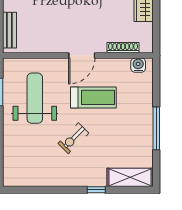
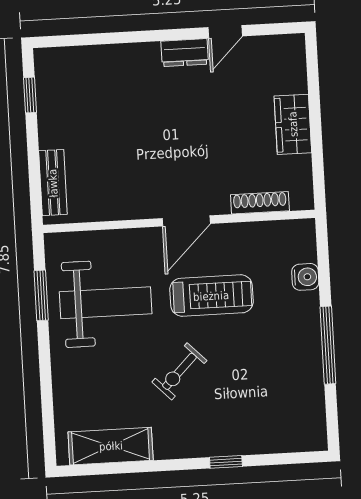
water cooler: (138, 65) -> (305, 277), moved, turned 90
weight bench: (35, 98) -> (106, 303), turned 90
shelving: (130, 177) -> (111, 446), moved

